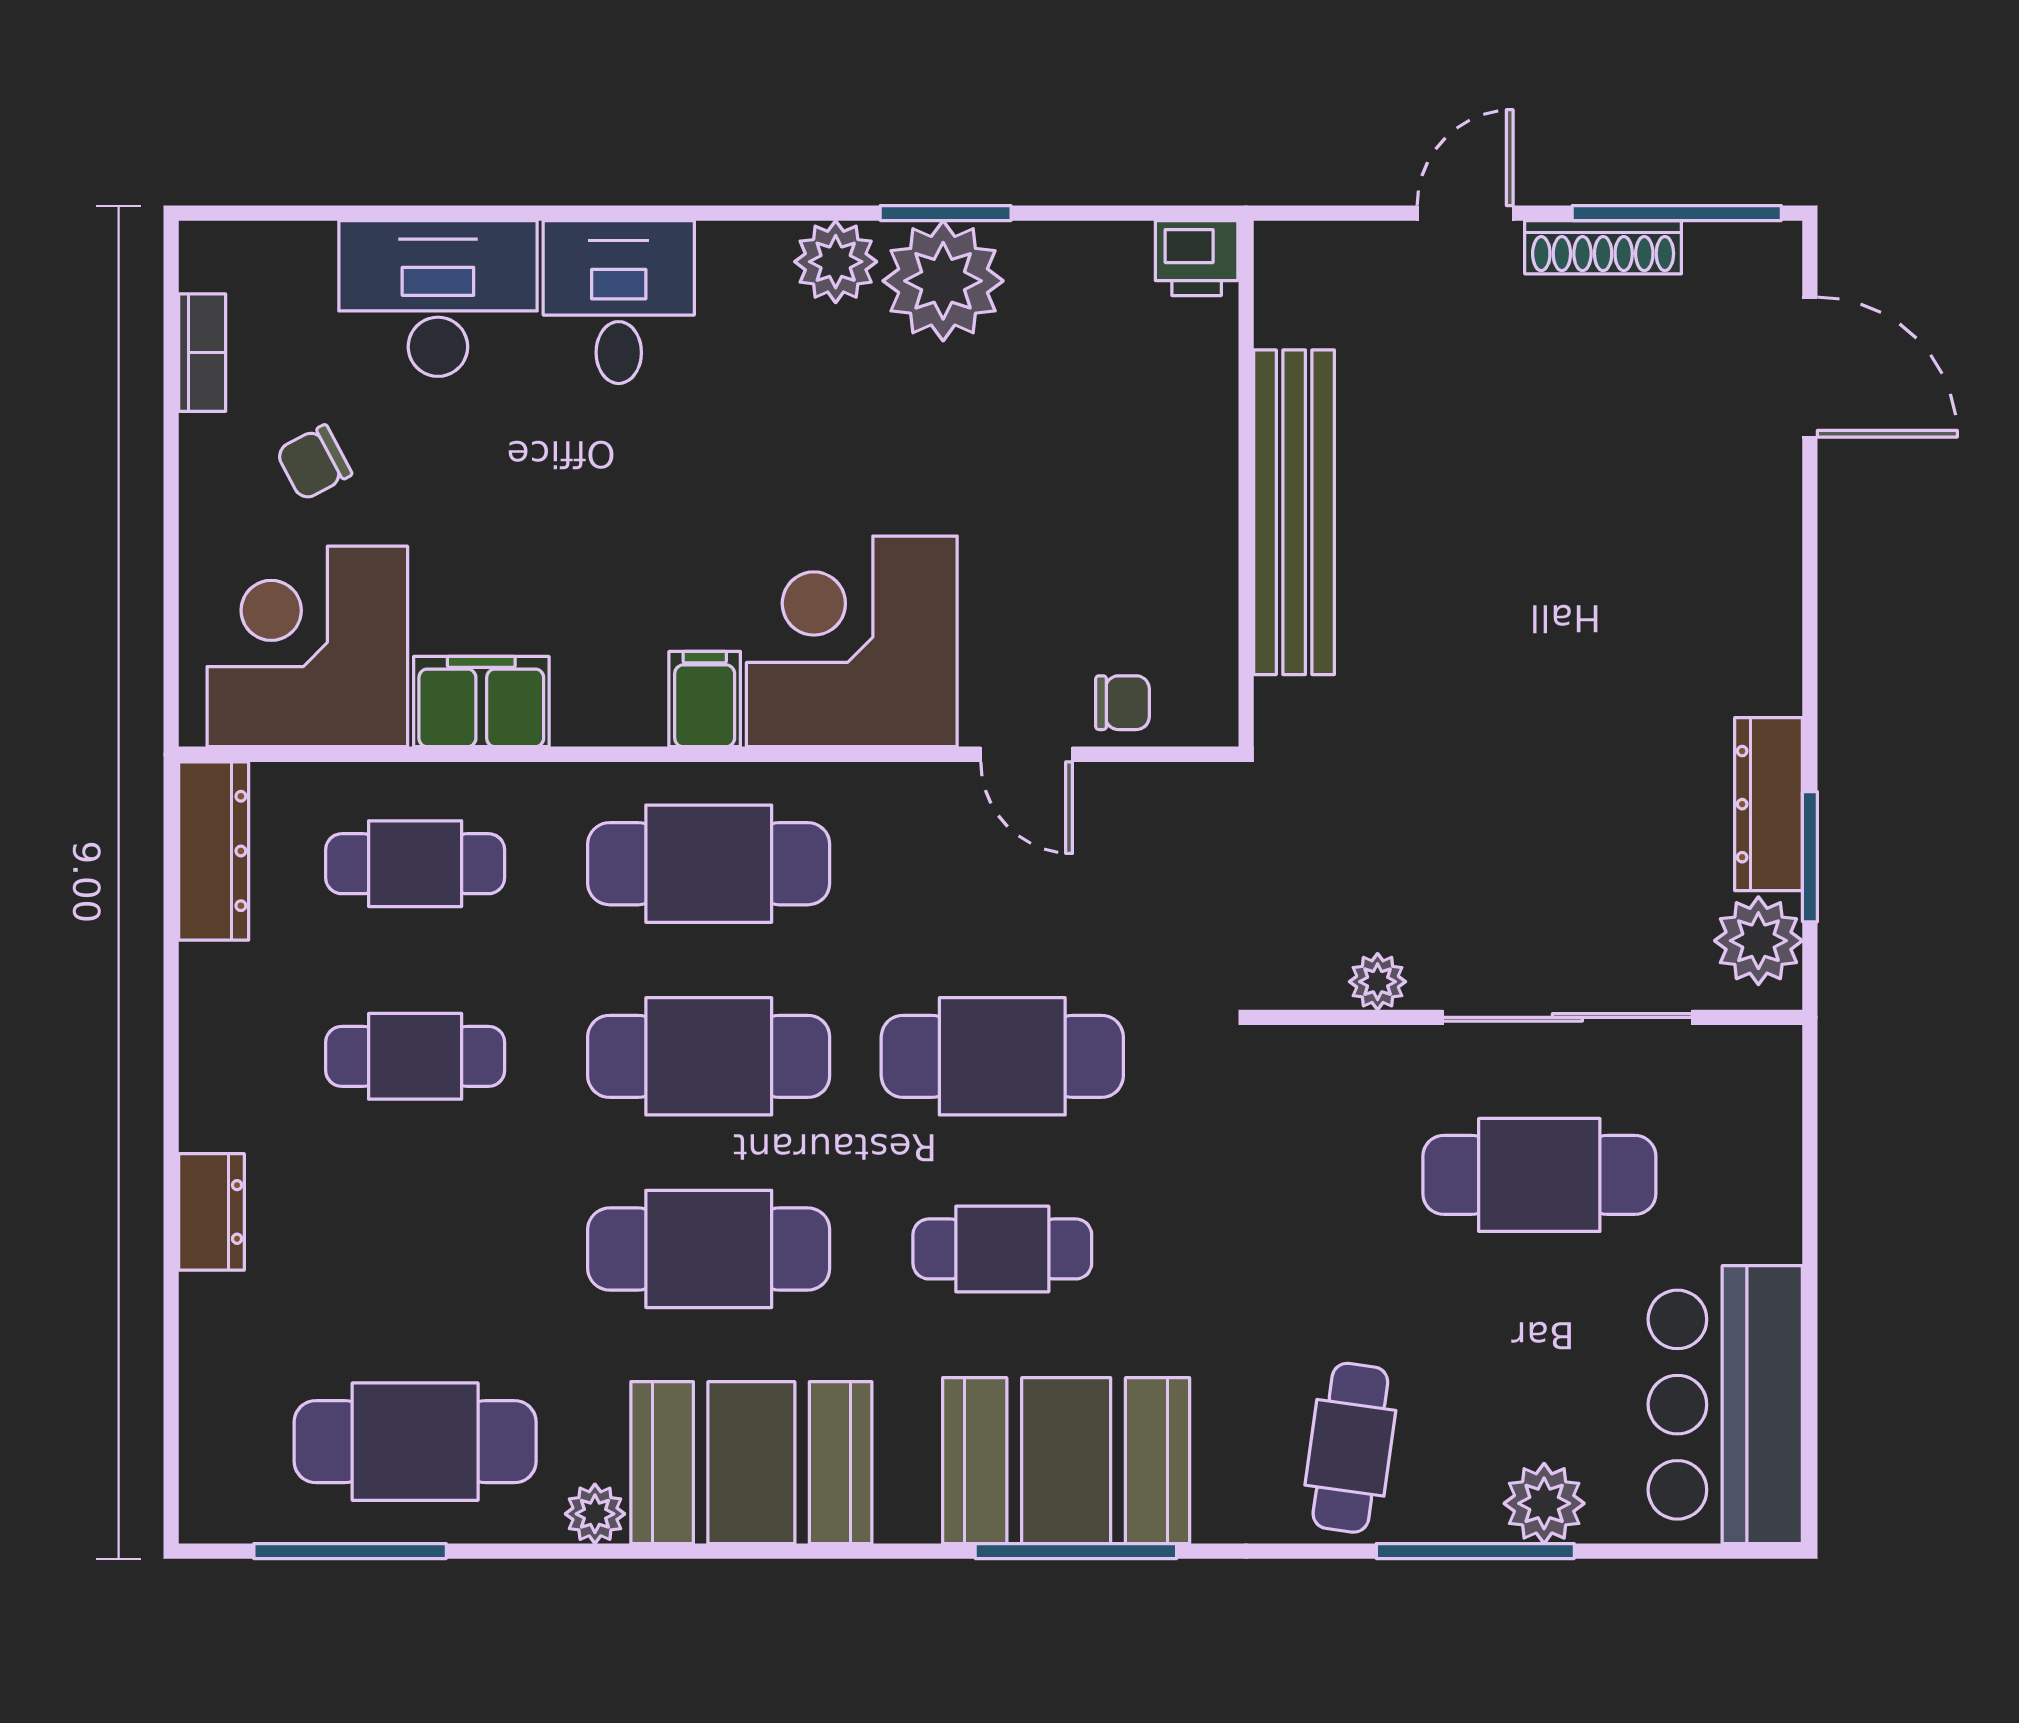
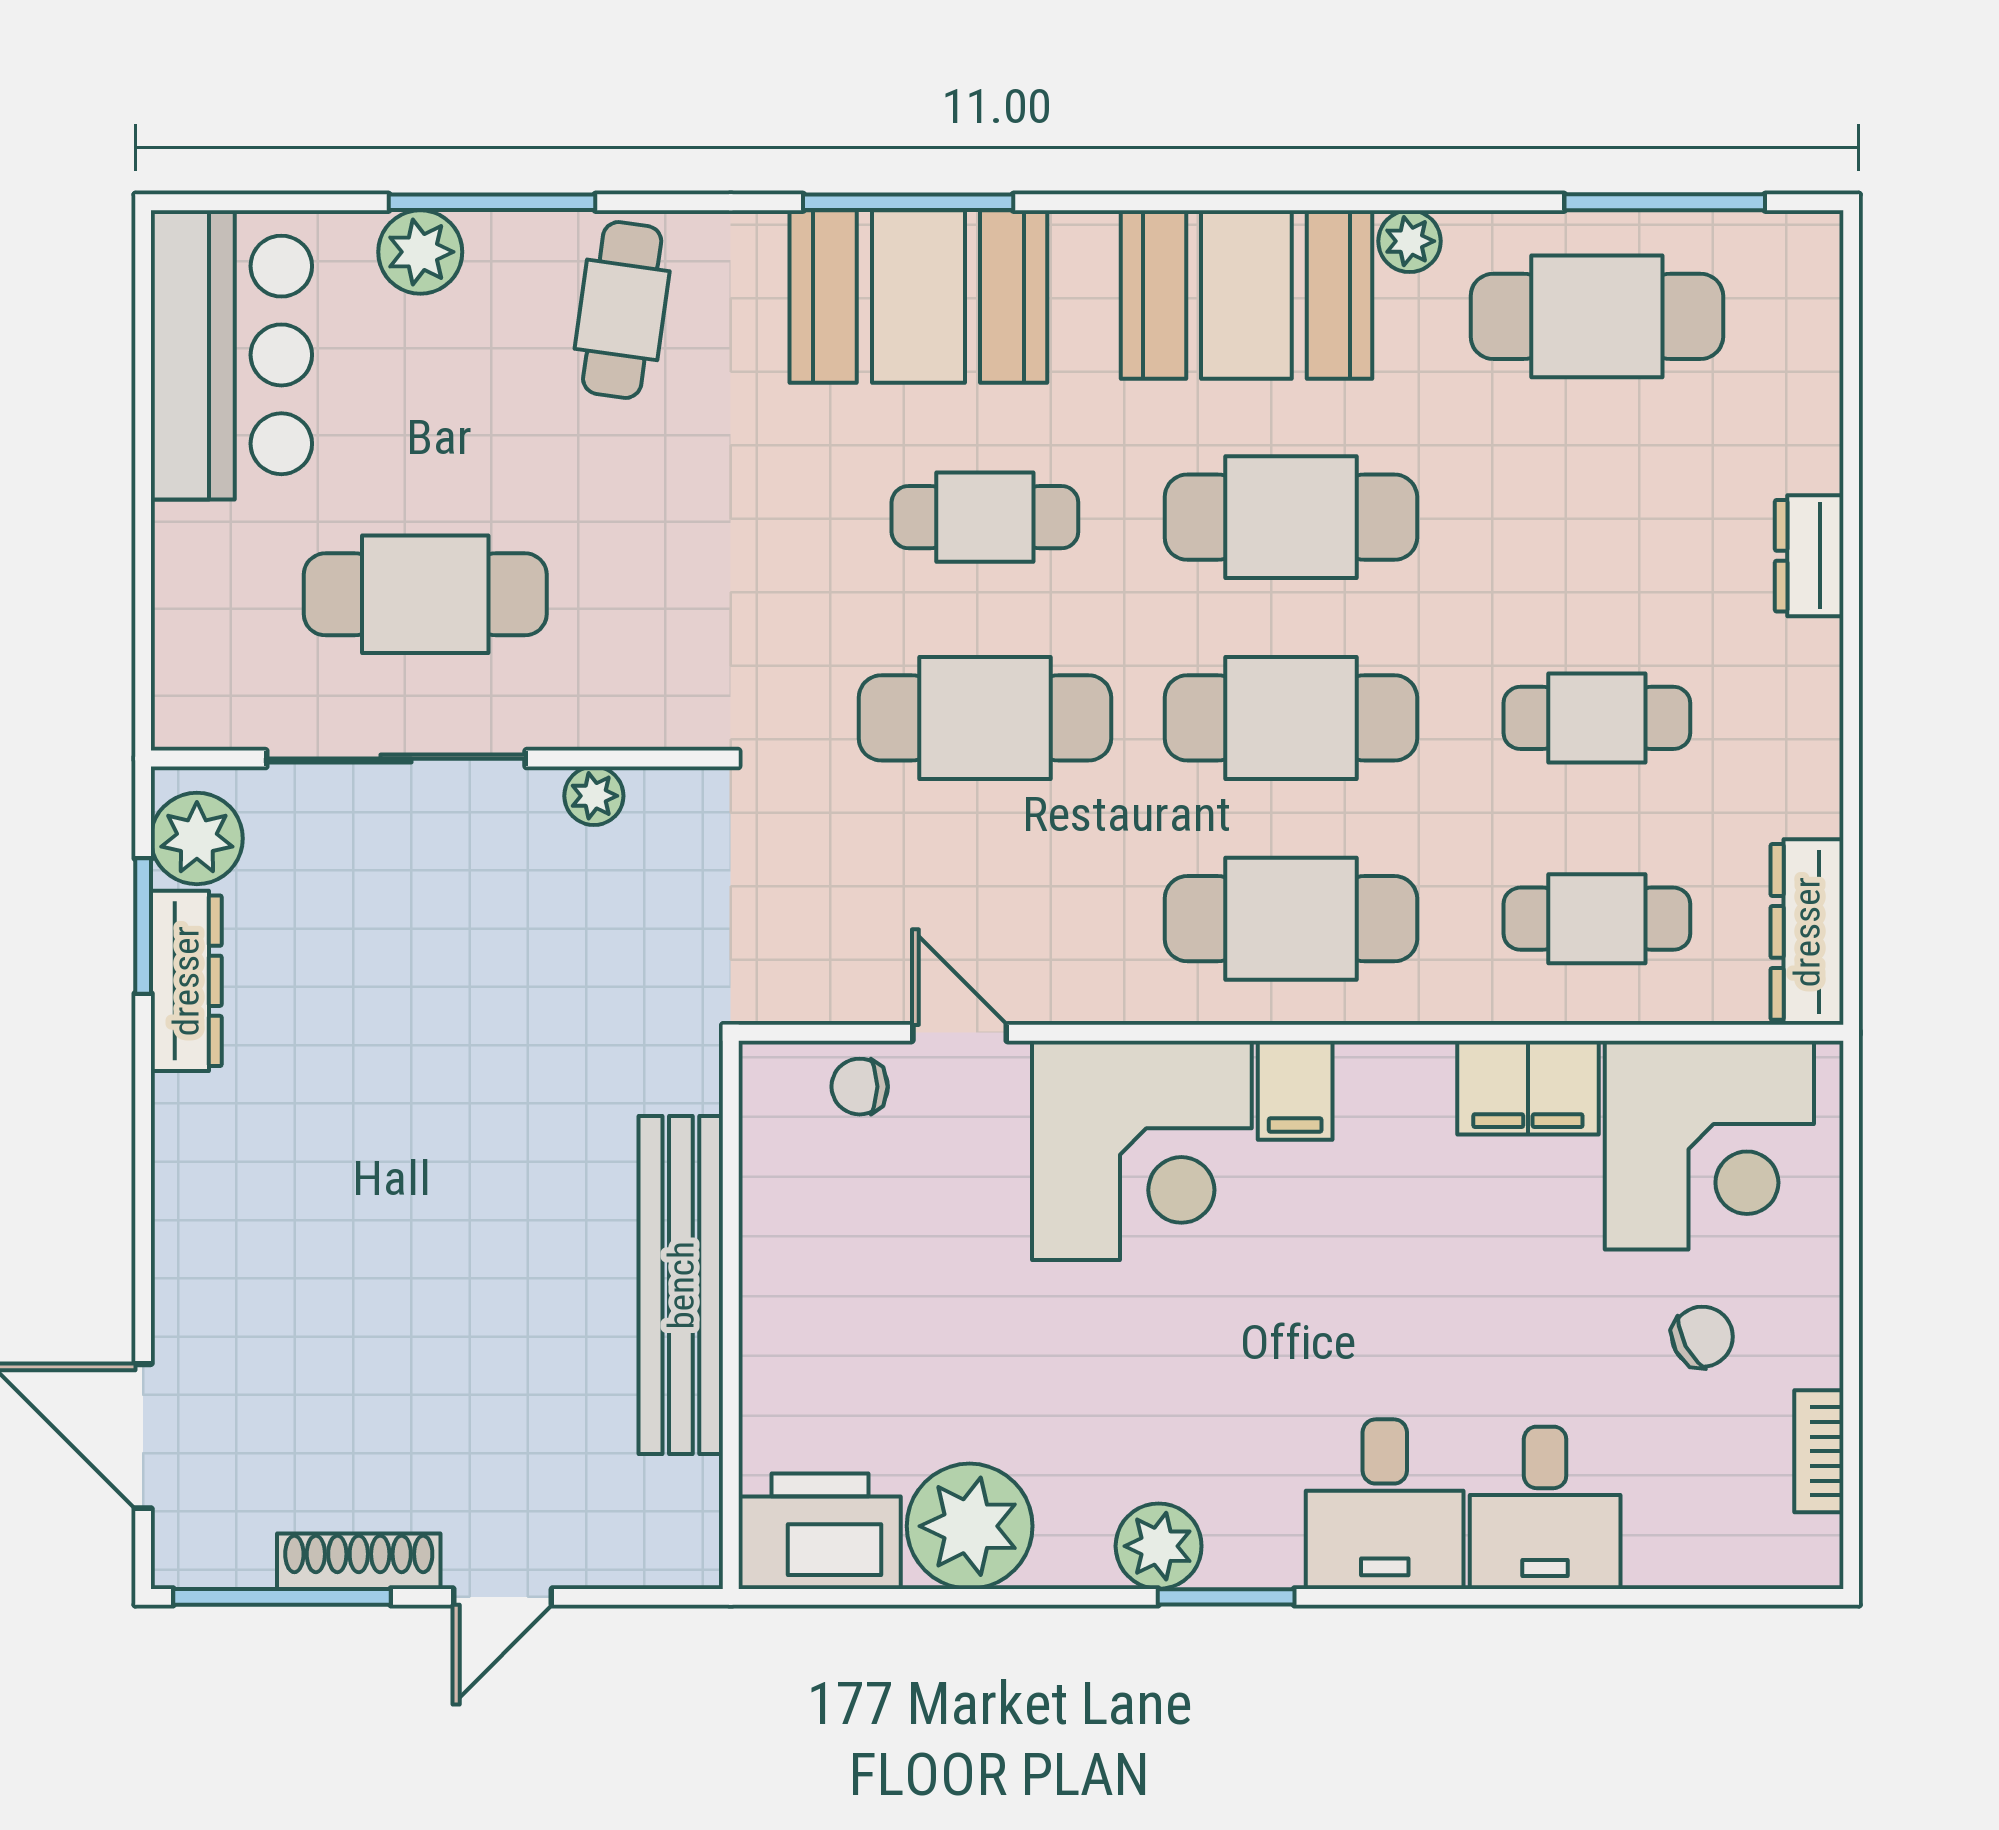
window: (946, 213) -> (1226, 1597), moved
printer: (1197, 258) -> (820, 1531), width x1.87, depth x1.48
plant: (943, 281) -> (970, 1526), moved
desk: (438, 298) -> (1545, 1508), width x0.73

